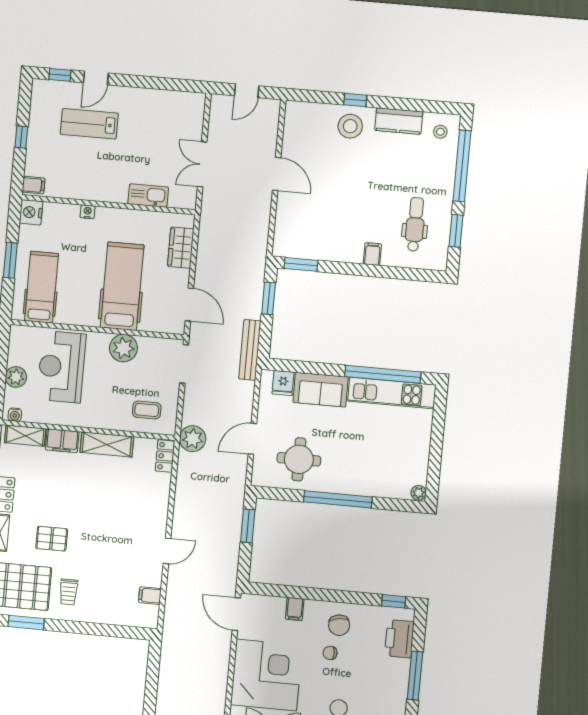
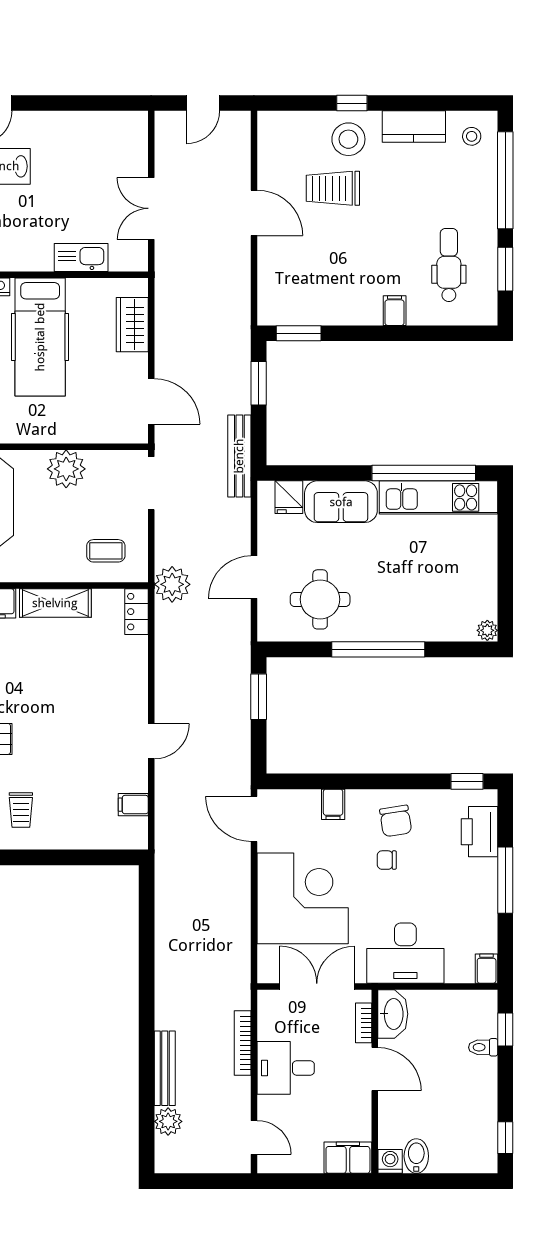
trolley: (336, 161) -> (333, 188), added
hospital bed: (122, 286) -> (40, 337), moved, turned 180

